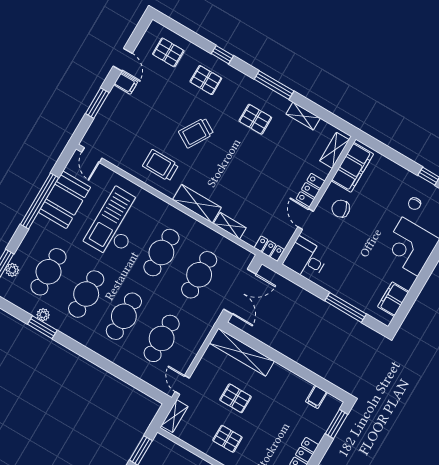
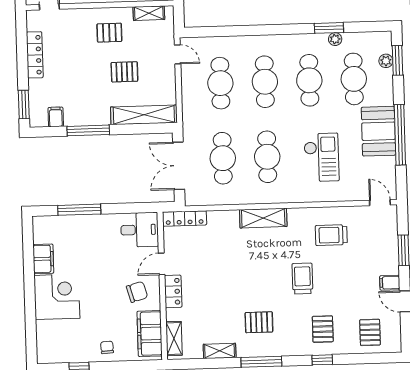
pallet: (168, 52) -> (370, 332), turned 90
pallet: (206, 80) -> (323, 329), turned 90
trolley: (196, 133) -> (302, 278), turned -31
trolley: (161, 165) -> (331, 235), moved, turned 180
booth: (65, 200) -> (378, 131), moved
chair: (415, 204) -> (107, 347), moved
door: (306, 219) -> (162, 264), swing flipped
checkout: (117, 224) -> (321, 157), width x0.73, depth x0.83
shelving: (230, 226) -> (223, 217), removed
locker: (269, 249) -> (184, 218), width x1.53
filing cabinet: (393, 299) -> (43, 259), moved
window: (296, 369) -> (88, 130), added
shelving: (175, 416) -> (149, 13), moved, turned 90

